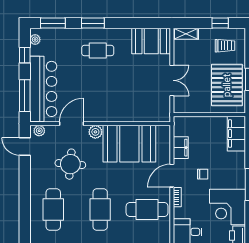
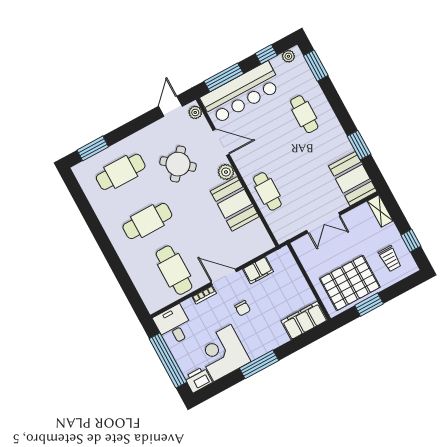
window: (93, 23) -> (359, 145), moved
cafe table: (98, 51) -> (304, 114), moved
cafe table: (126, 109) -> (267, 191), added
booth: (129, 144) -> (235, 204), width x0.73, depth x0.70
round table: (70, 164) -> (178, 164), turned 35
window: (25, 221) -> (93, 148), added

